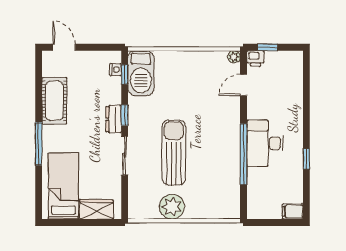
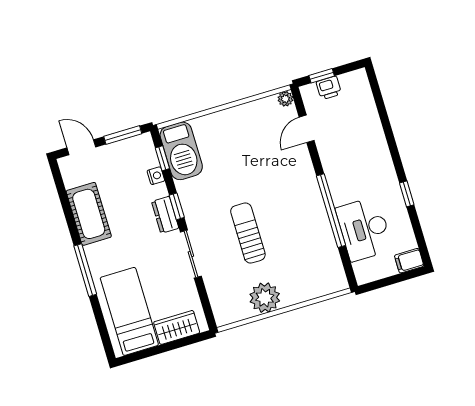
window: (99, 47) -> (123, 135), added
printer: (255, 58) -> (329, 88), moved
nightstand: (115, 70) -> (156, 176), moved
desk: (265, 143) -> (364, 229), moved
sun lounger: (174, 153) -> (248, 233), width x0.73, depth x0.75

